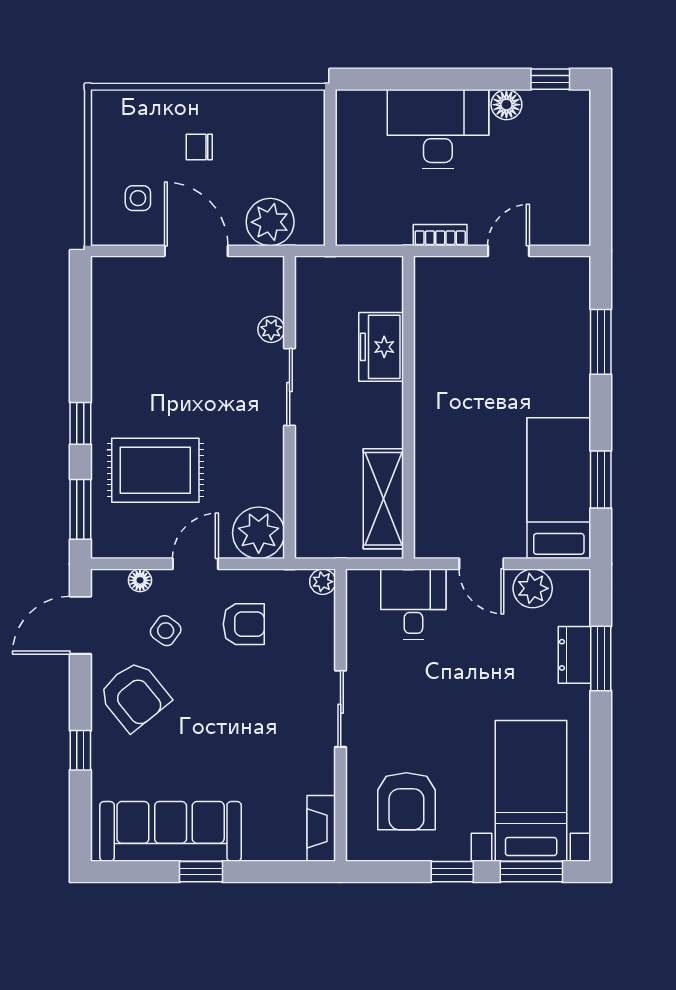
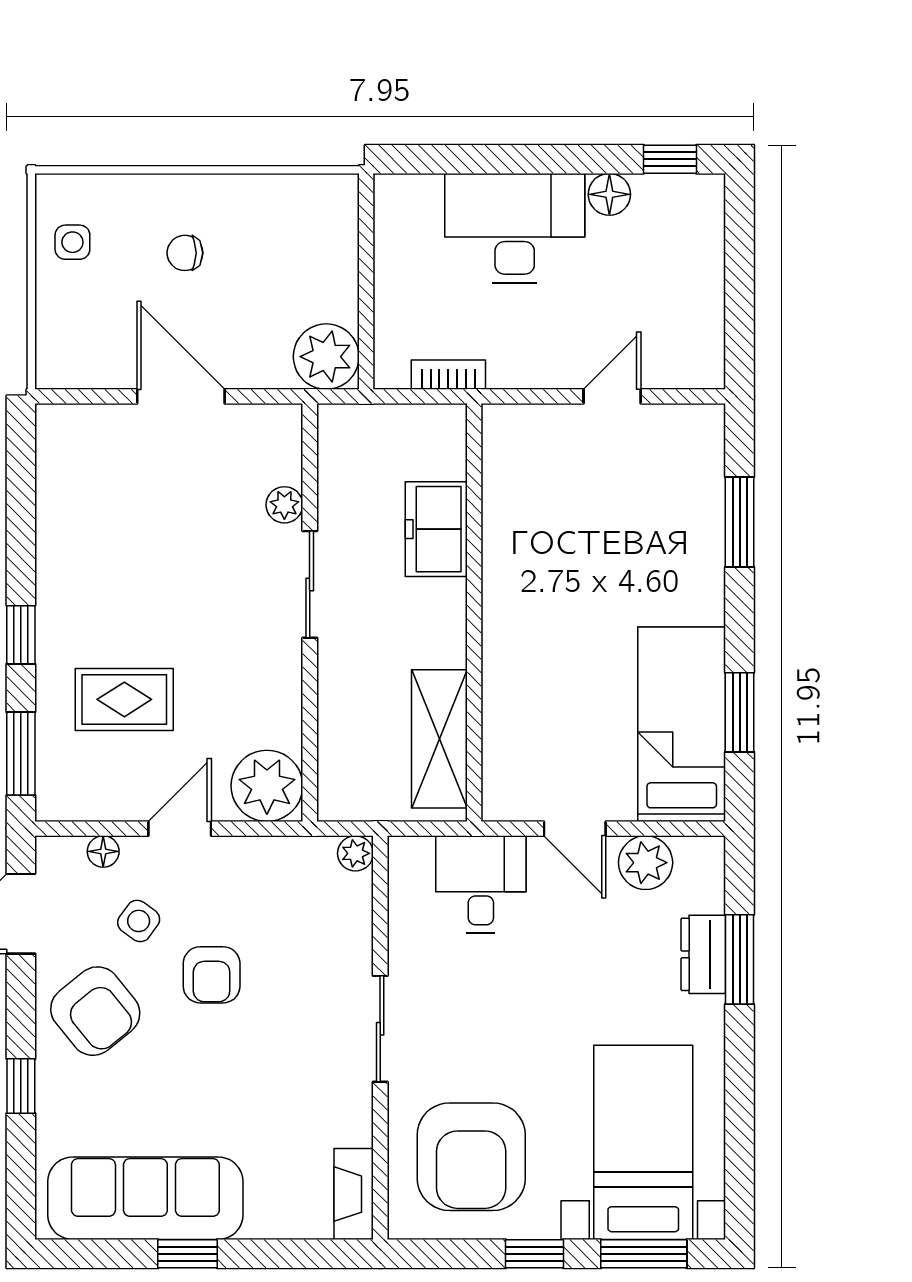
side table: (138, 198) -> (72, 242), moved
plant: (270, 222) -> (326, 357), moved
bookcase: (440, 235) -> (448, 375), moved
rug: (155, 470) -> (124, 699), width x0.73, depth x0.70
armchair: (244, 624) -> (212, 975), moved, turned 90
armchair: (406, 801) -> (471, 1157), width x1.36, depth x1.36

